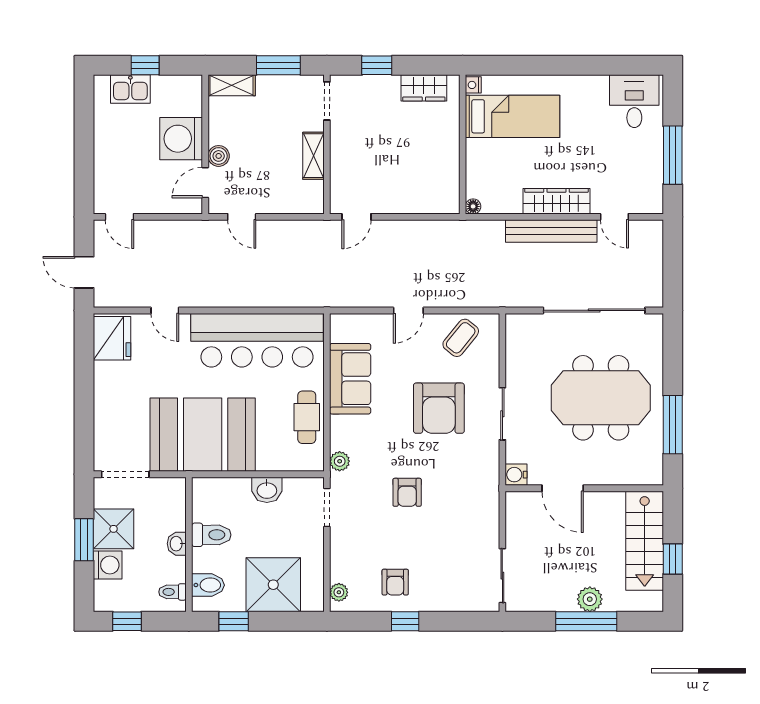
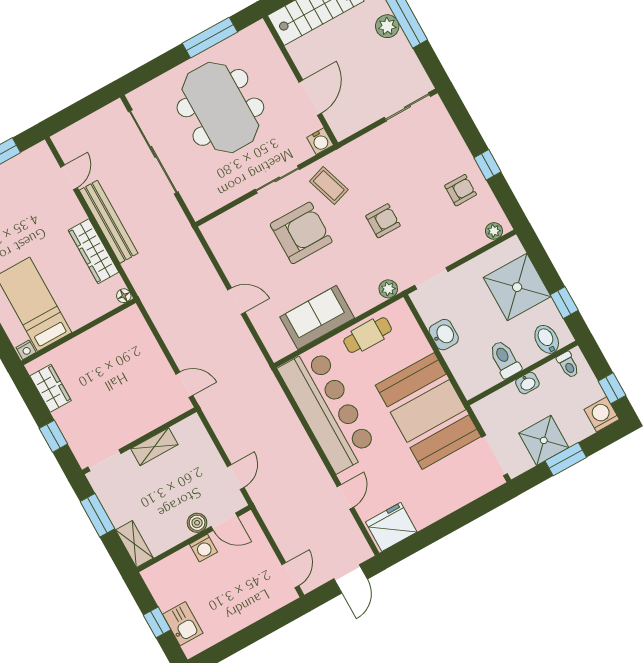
washing machine: (181, 139) -> (203, 548), width x0.53, depth x0.53
wardrobe: (556, 201) -> (93, 251), moved
coffee table: (461, 338) -> (329, 186), moved, turned 33
washing machine: (108, 565) -> (602, 414), moved

